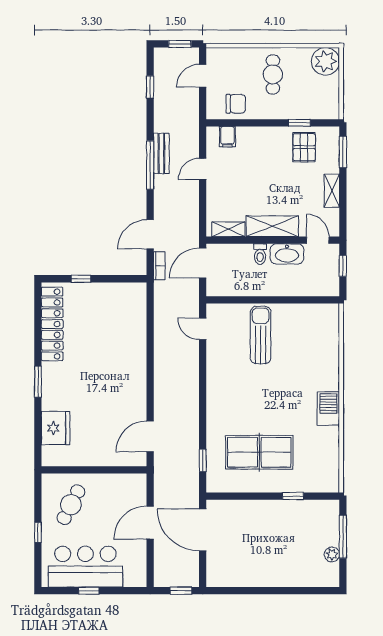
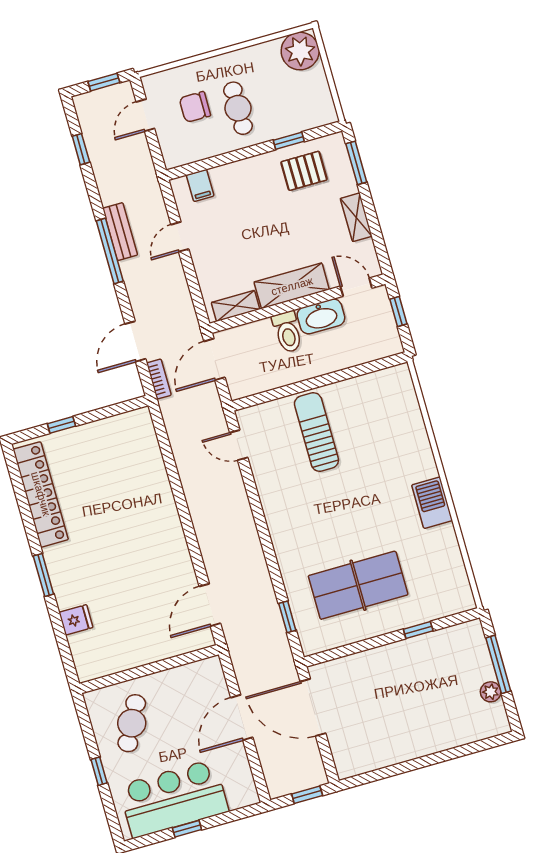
cafe table: (273, 74) -> (238, 108), moved
chair: (236, 104) -> (195, 107), moved, turned 180
pallet: (304, 147) -> (304, 171), turned 90
toilet: (260, 254) -> (287, 332), width x1.37, depth x1.39
fridge: (56, 428) -> (76, 620), width x0.53, depth x0.75

